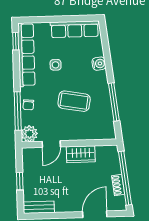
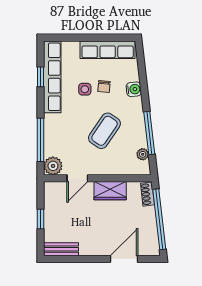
window: (16, 41) -> (41, 77), moved
coffee table: (74, 101) -> (104, 131), turned -66
chair: (28, 105) -> (104, 86), moved
plant: (109, 121) -> (143, 154), added
shoe rack: (118, 185) -> (147, 194), moved

